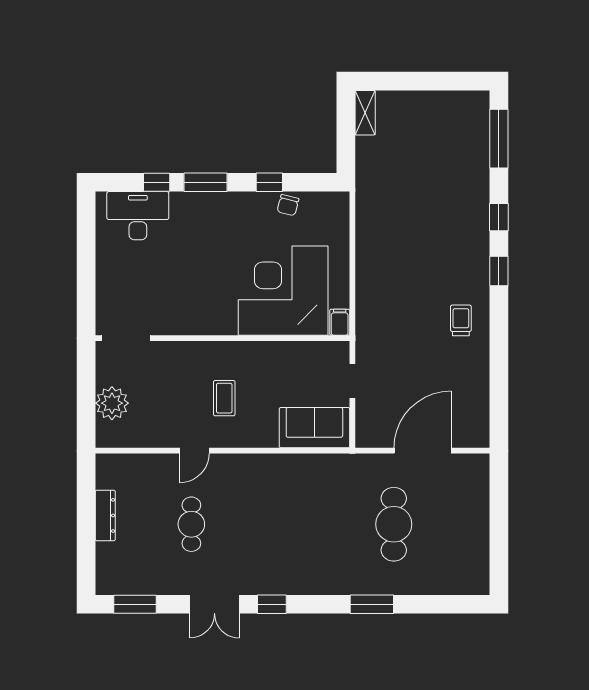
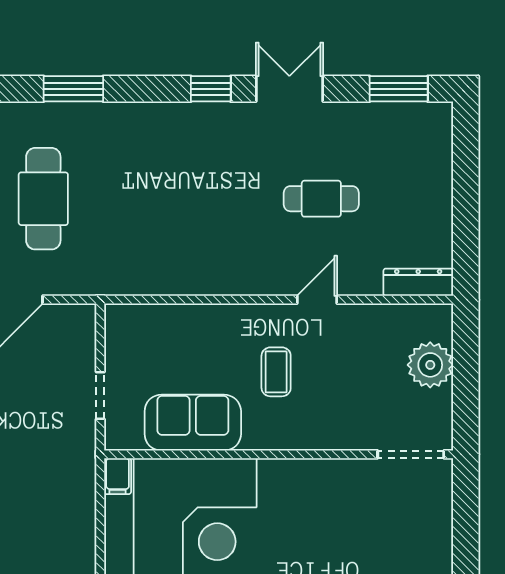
sofa: (314, 428) -> (193, 423), moved, turned 180
dresser: (105, 515) -> (418, 282), moved, turned 90
cafe table: (191, 524) -> (321, 199), turned 90

